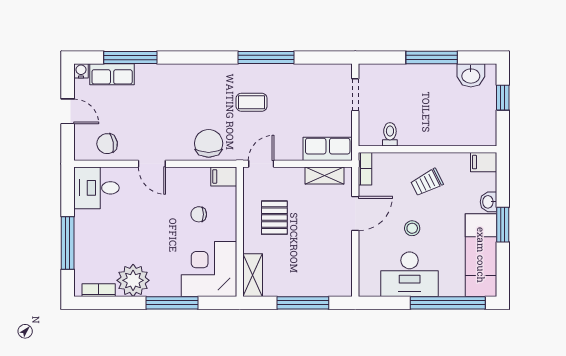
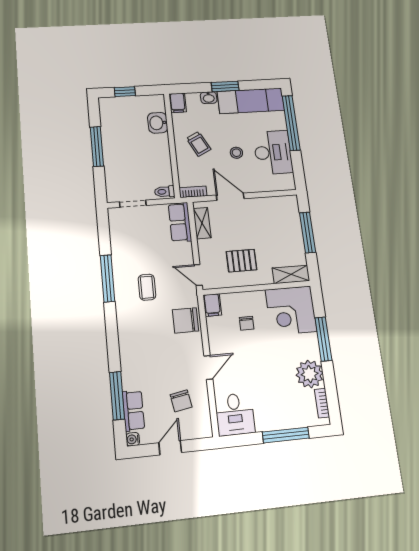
washbasin: (471, 75) -> (158, 123), moved, turned 180
toilet: (390, 134) -> (165, 192), moved
chair: (107, 144) -> (181, 401), moved

